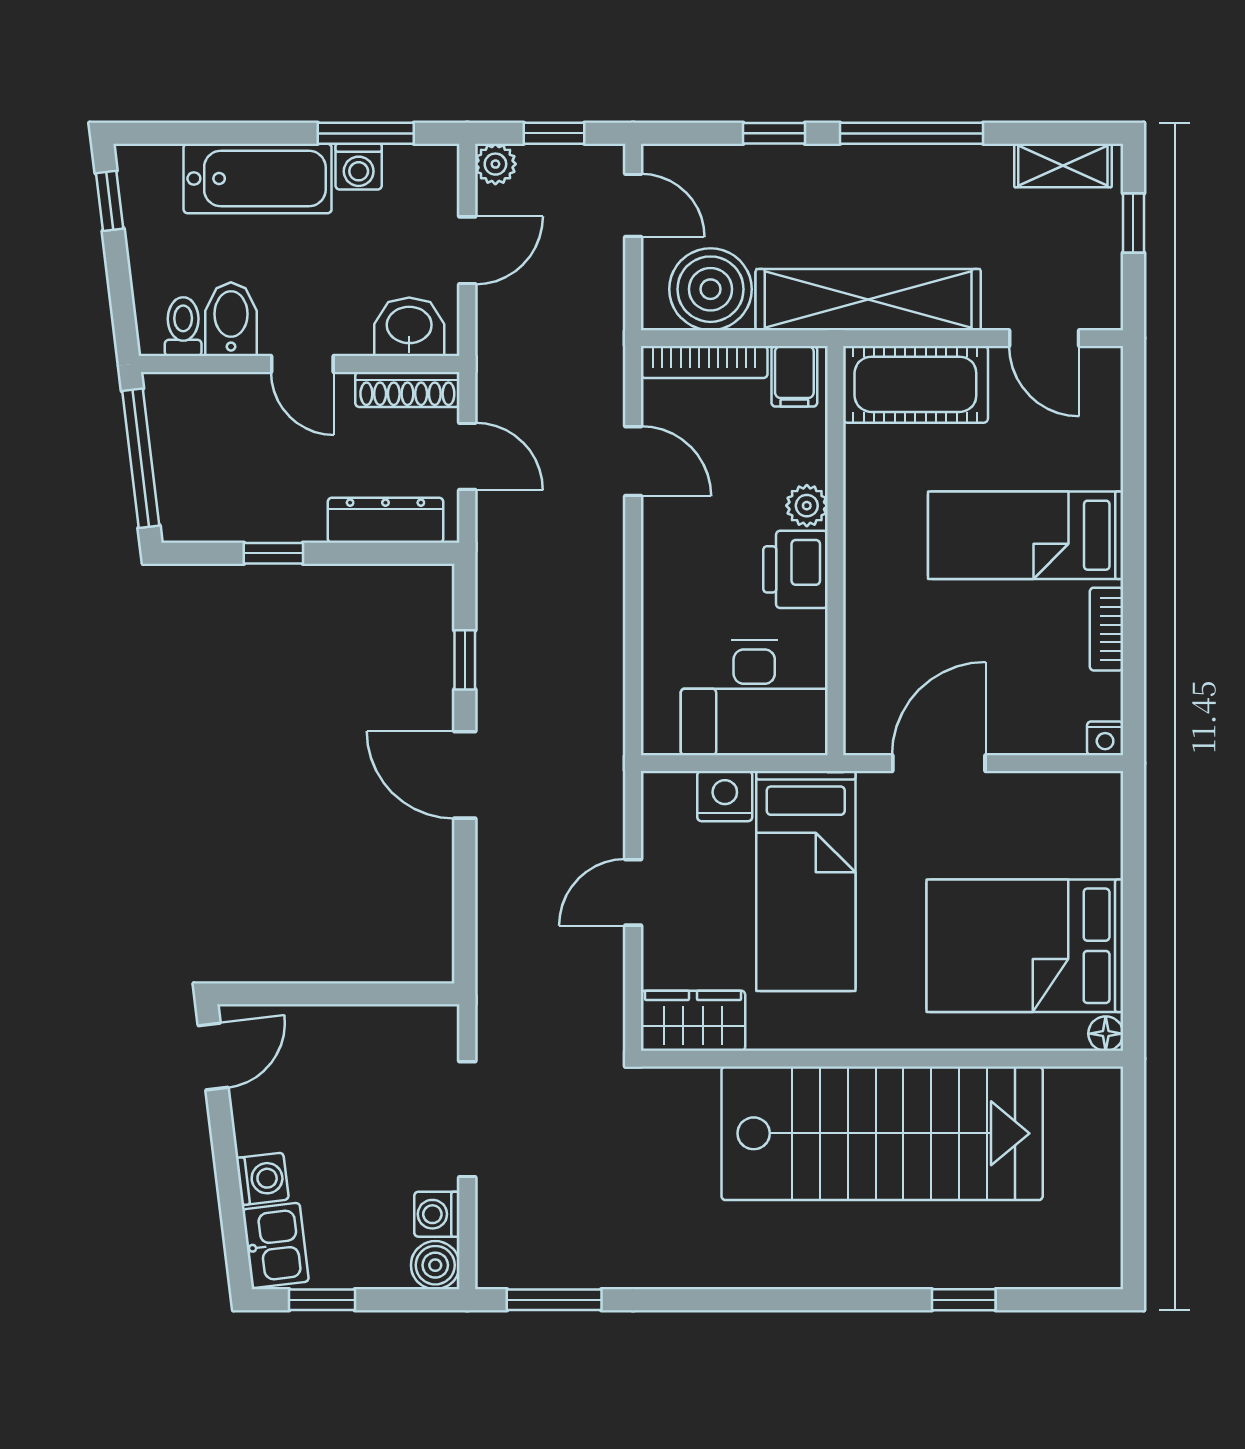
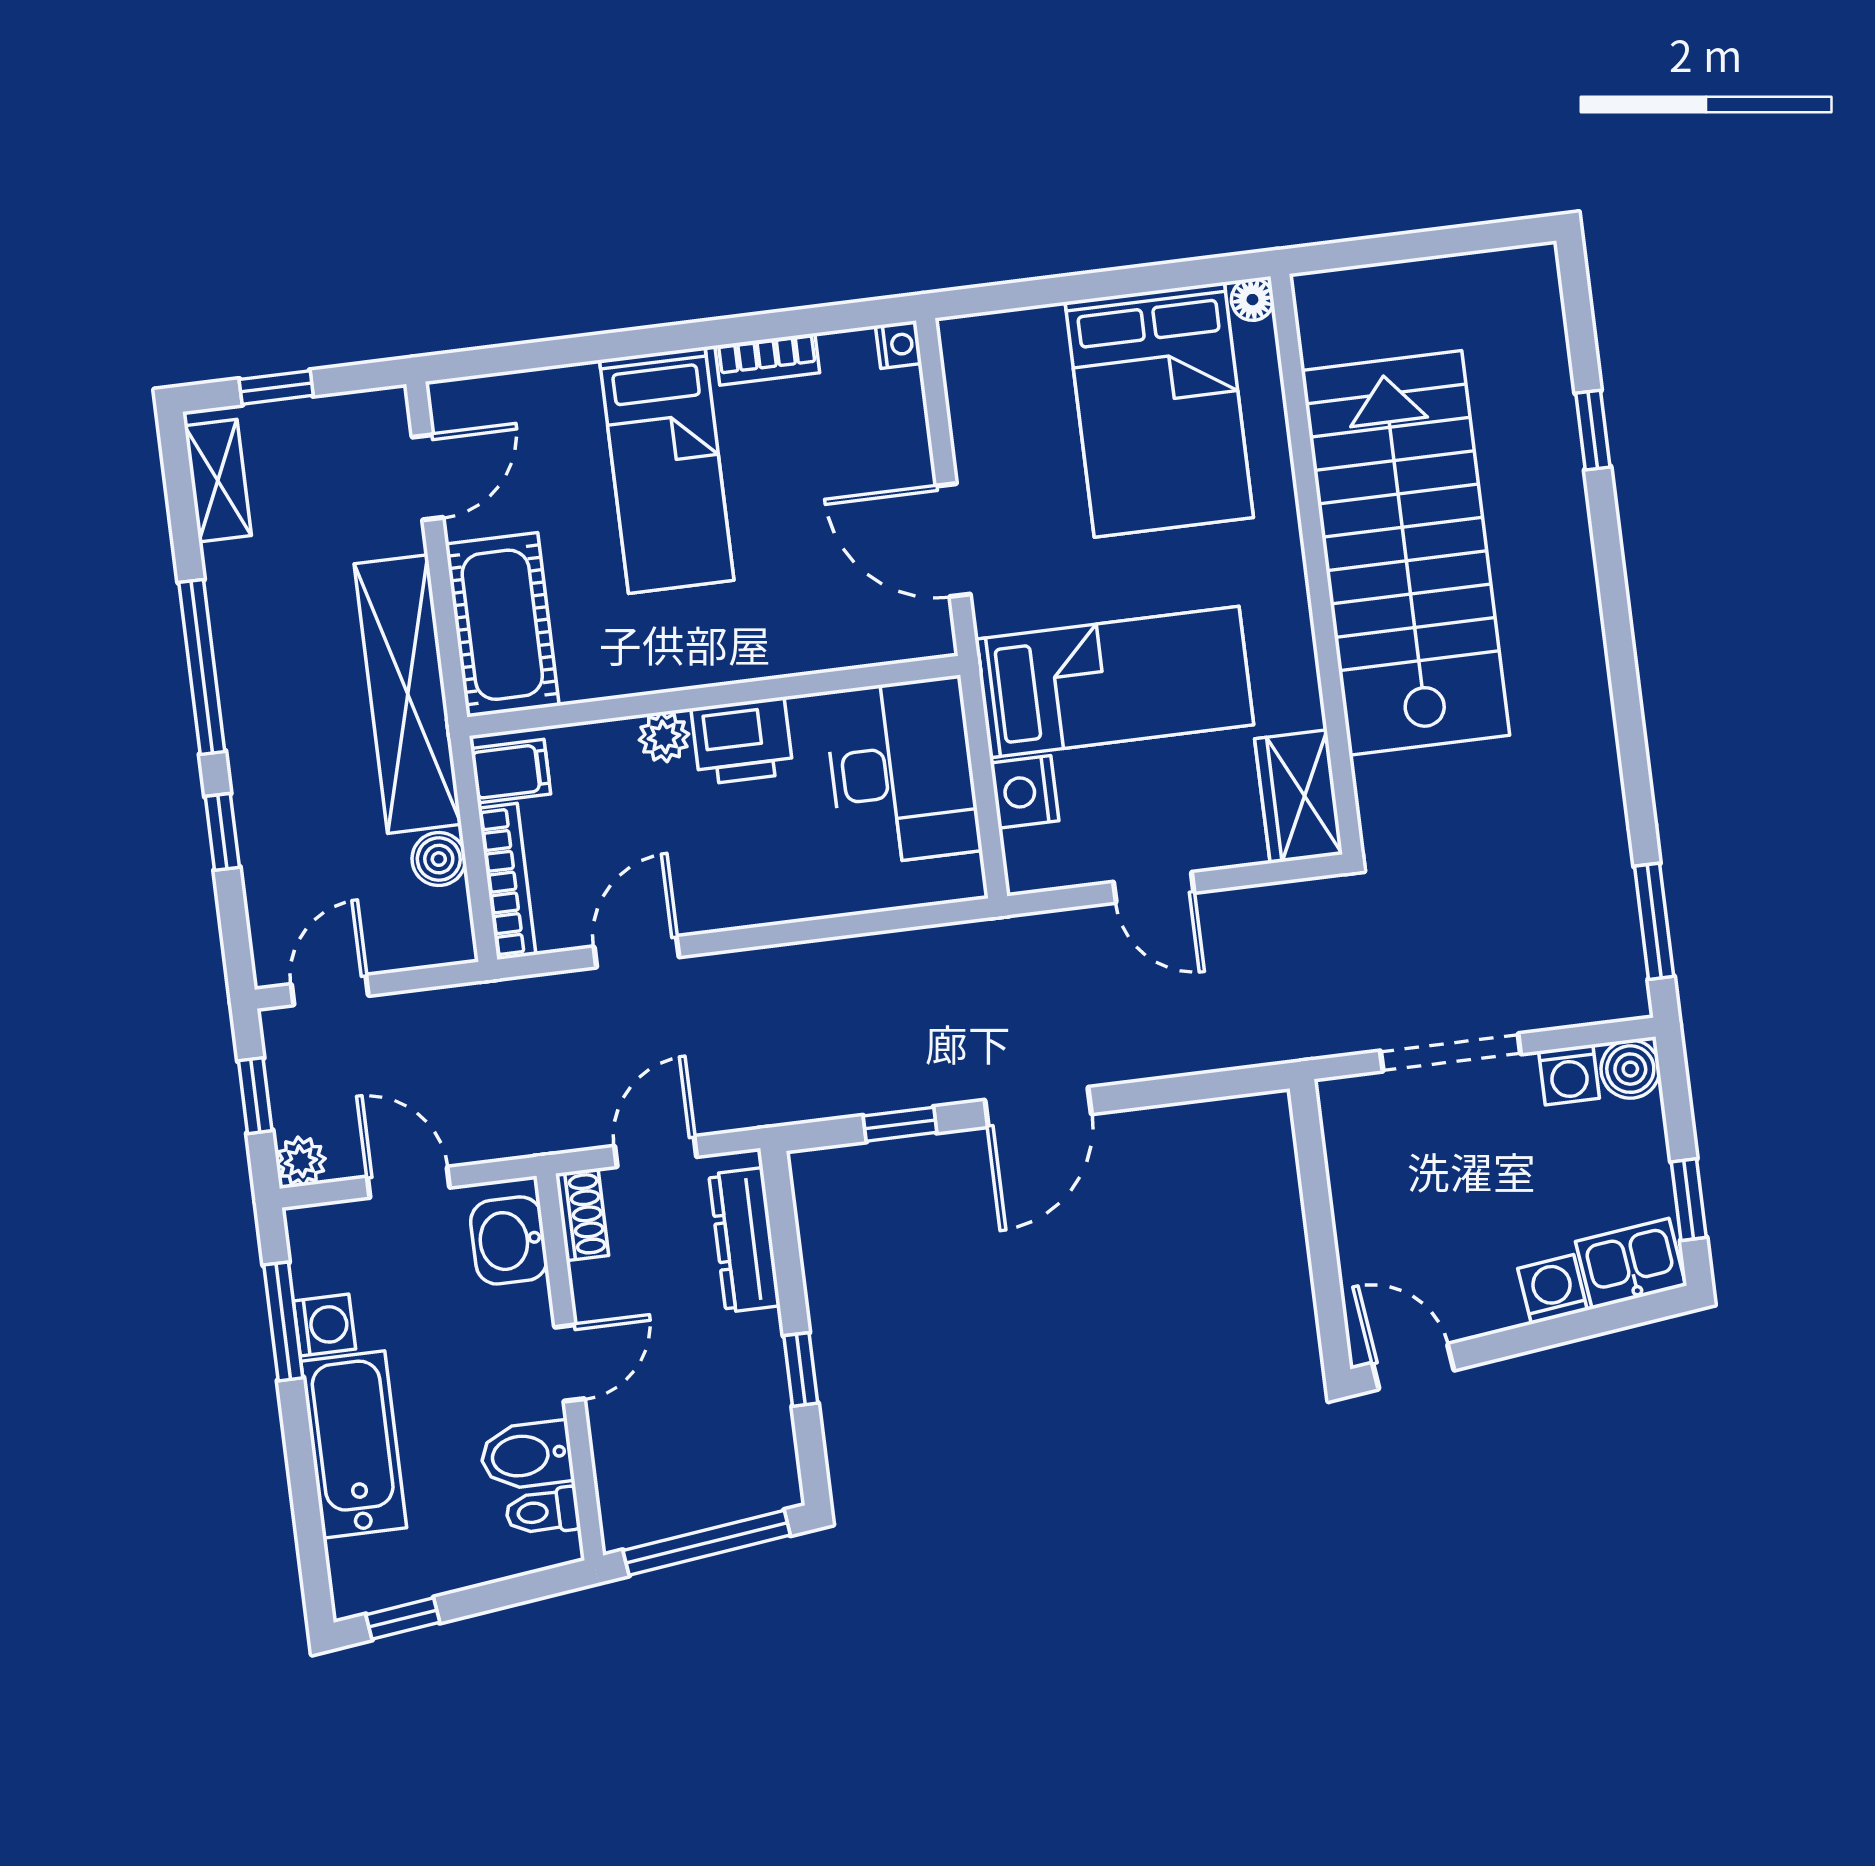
boiler: (710, 289) -> (439, 859), width x0.54, depth x0.54
shoe rack: (407, 389) -> (582, 1214), width x0.70

